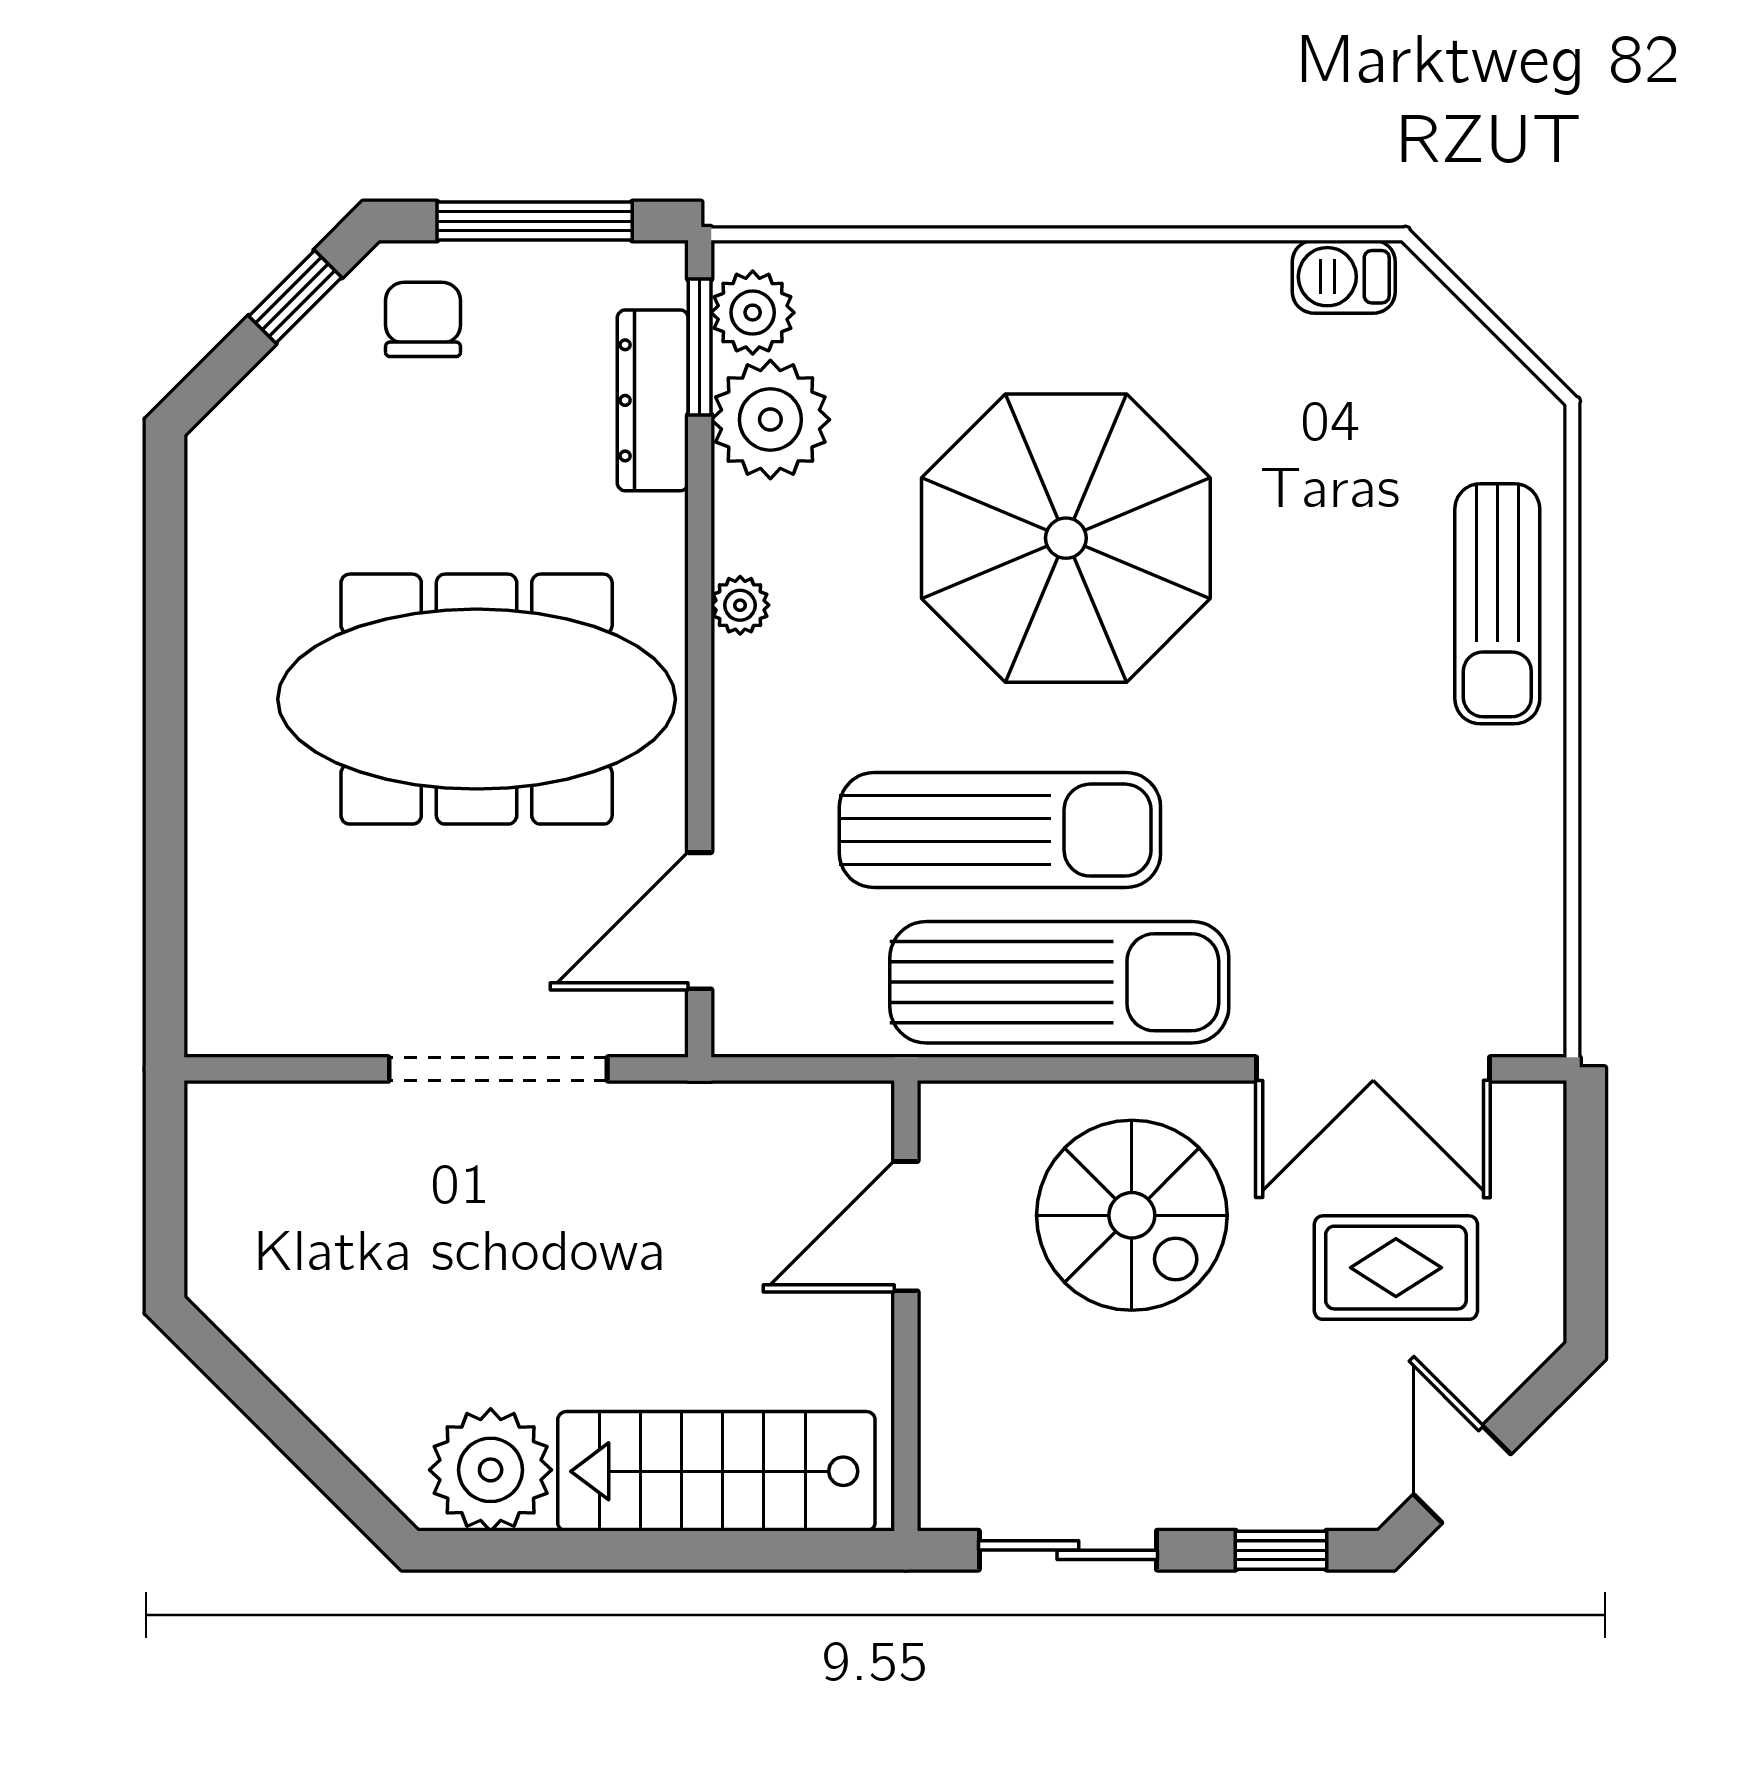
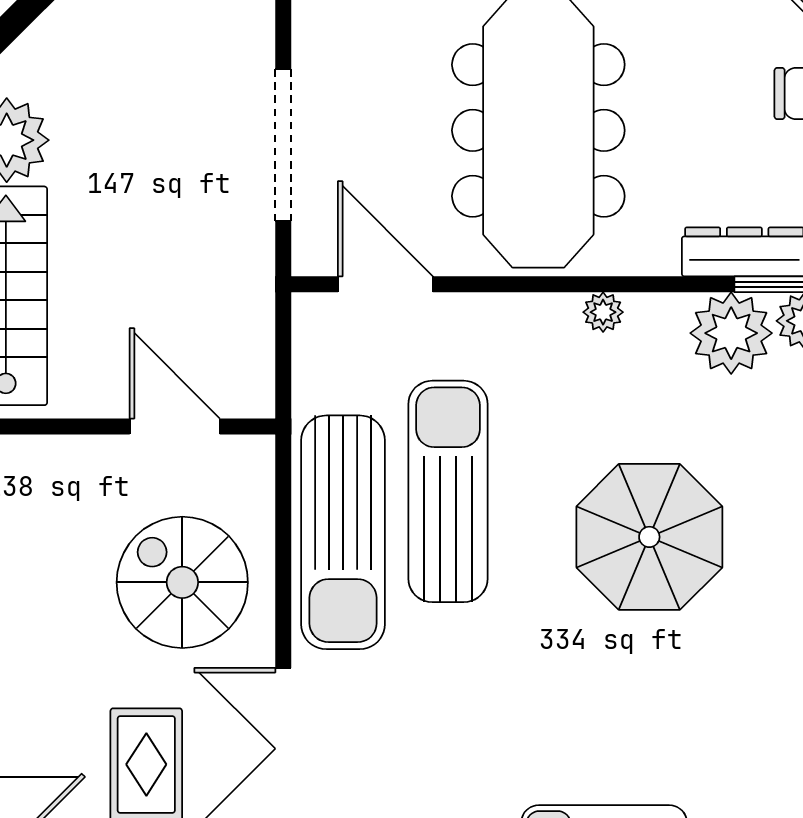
parasol: (1066, 538) -> (649, 537), width x0.73, depth x0.73
sun lounger: (1000, 830) -> (448, 491), turned 180
spiral stairs: (1132, 1215) -> (182, 582), turned 90

